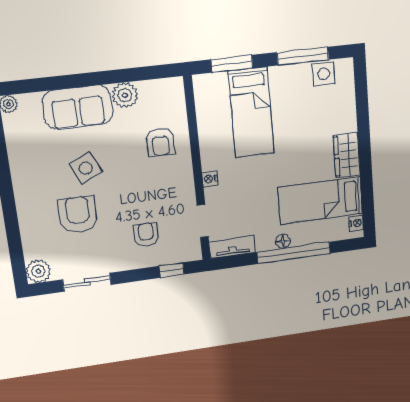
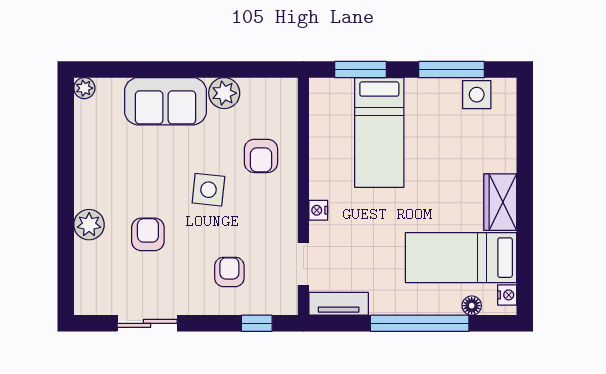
side table: (86, 168) -> (208, 190), moved, turned 30
armchair: (78, 215) -> (148, 234), width x0.72, depth x0.72
floor lamp: (283, 241) -> (472, 306), moved
plant: (38, 271) -> (89, 225), moved

